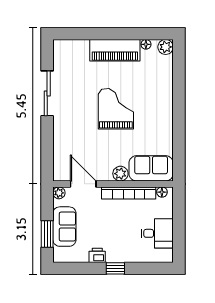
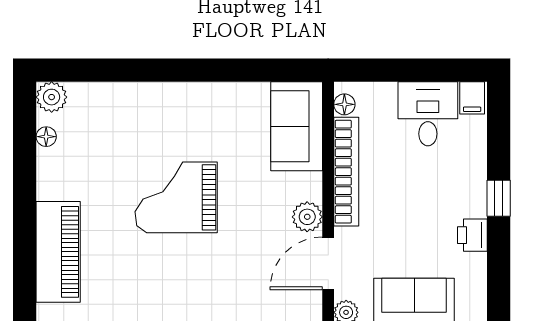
piano: (115, 50) -> (58, 252), moved
plant: (120, 174) -> (307, 217), moved
filing cabinet: (165, 255) -> (472, 98), added

